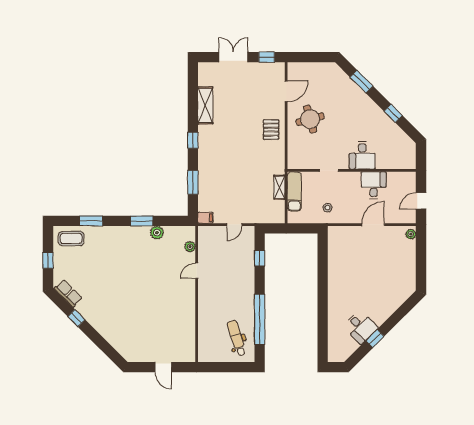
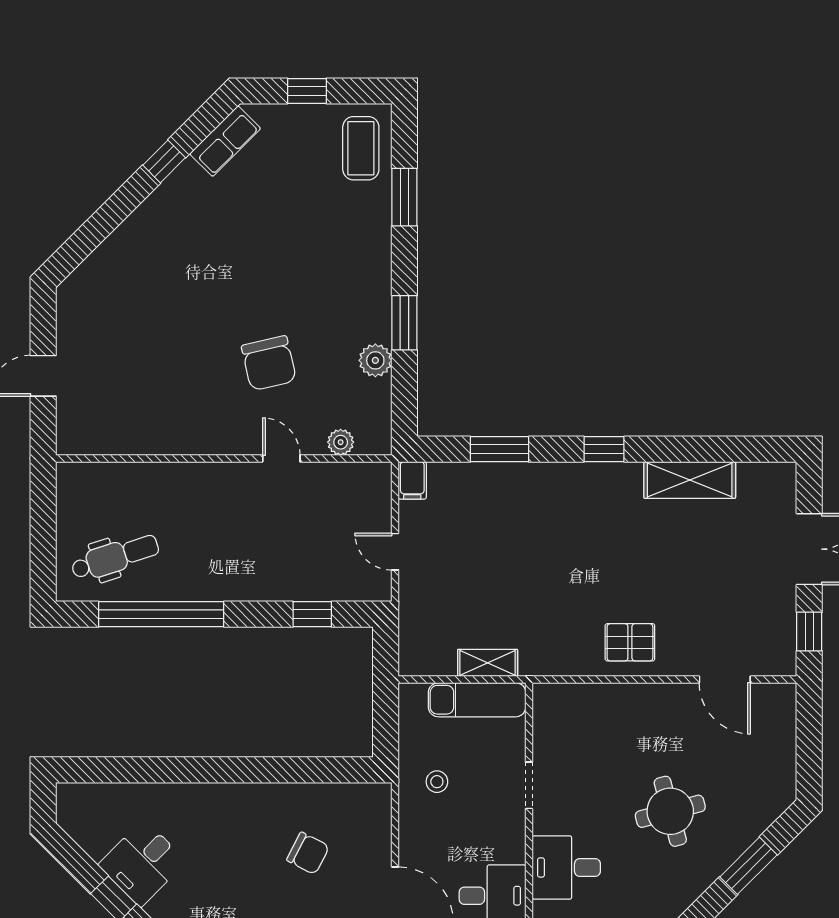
round table: (310, 119) -> (670, 811), moved
chair: (356, 260) -> (308, 853), added
chair: (158, 276) -> (269, 363), added

